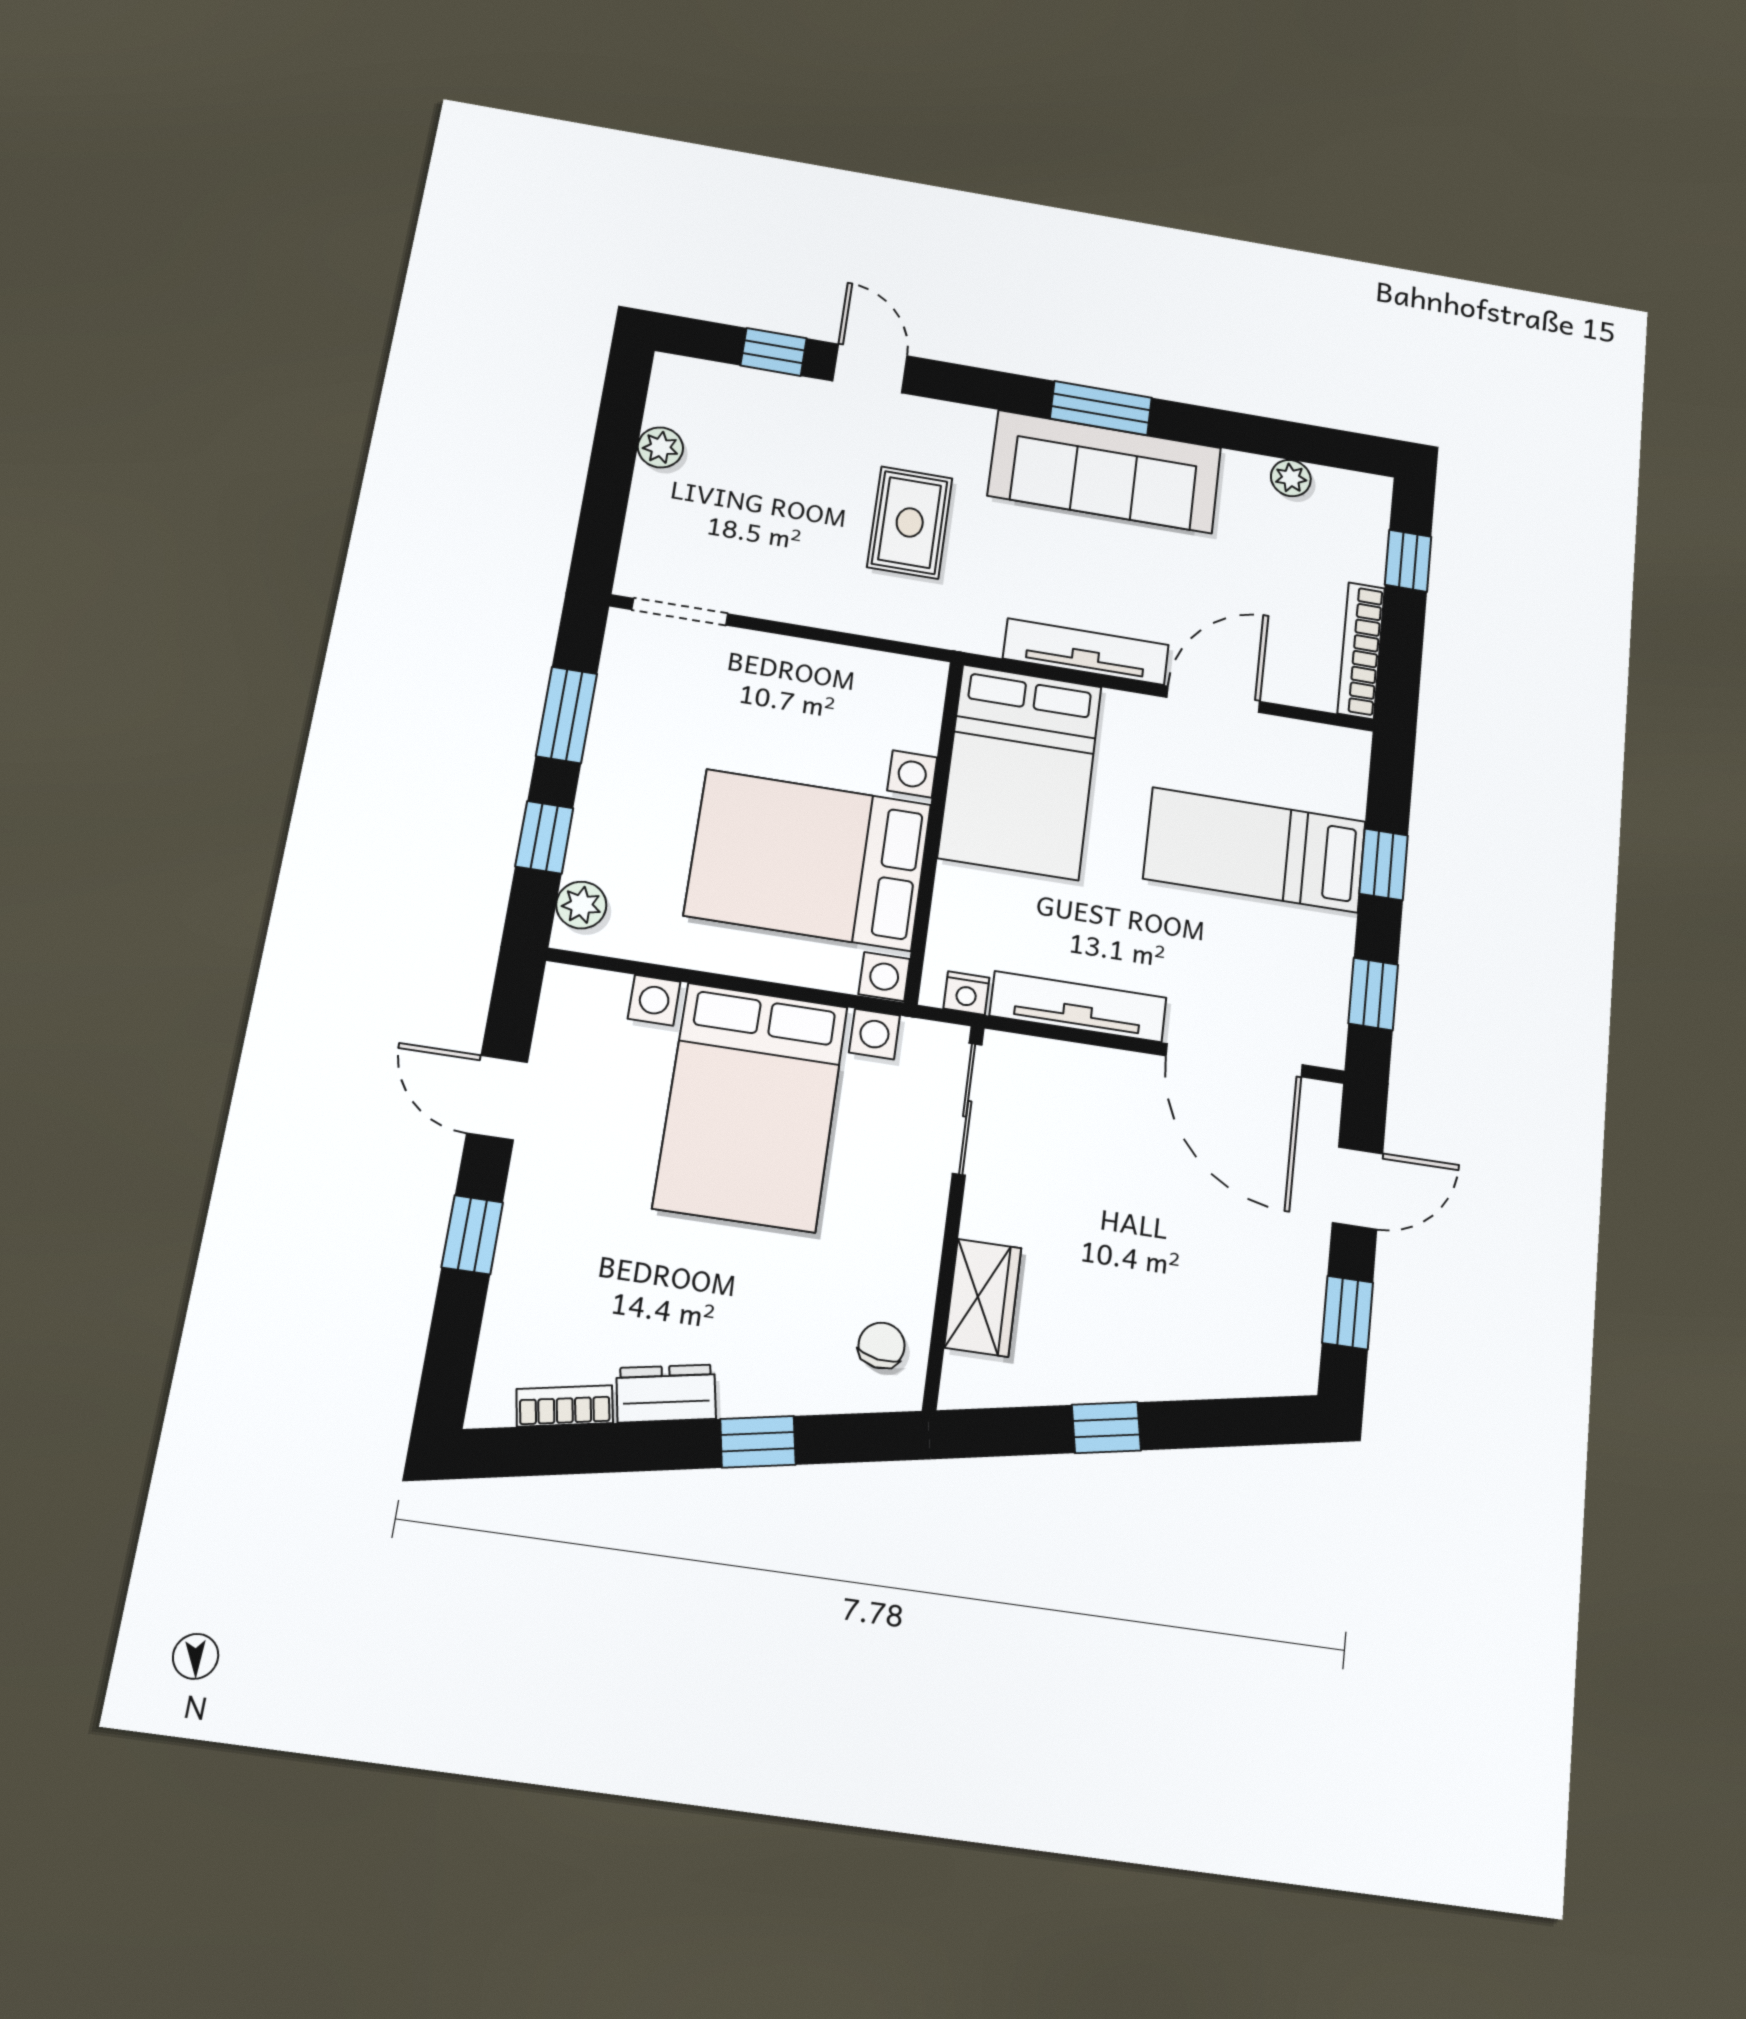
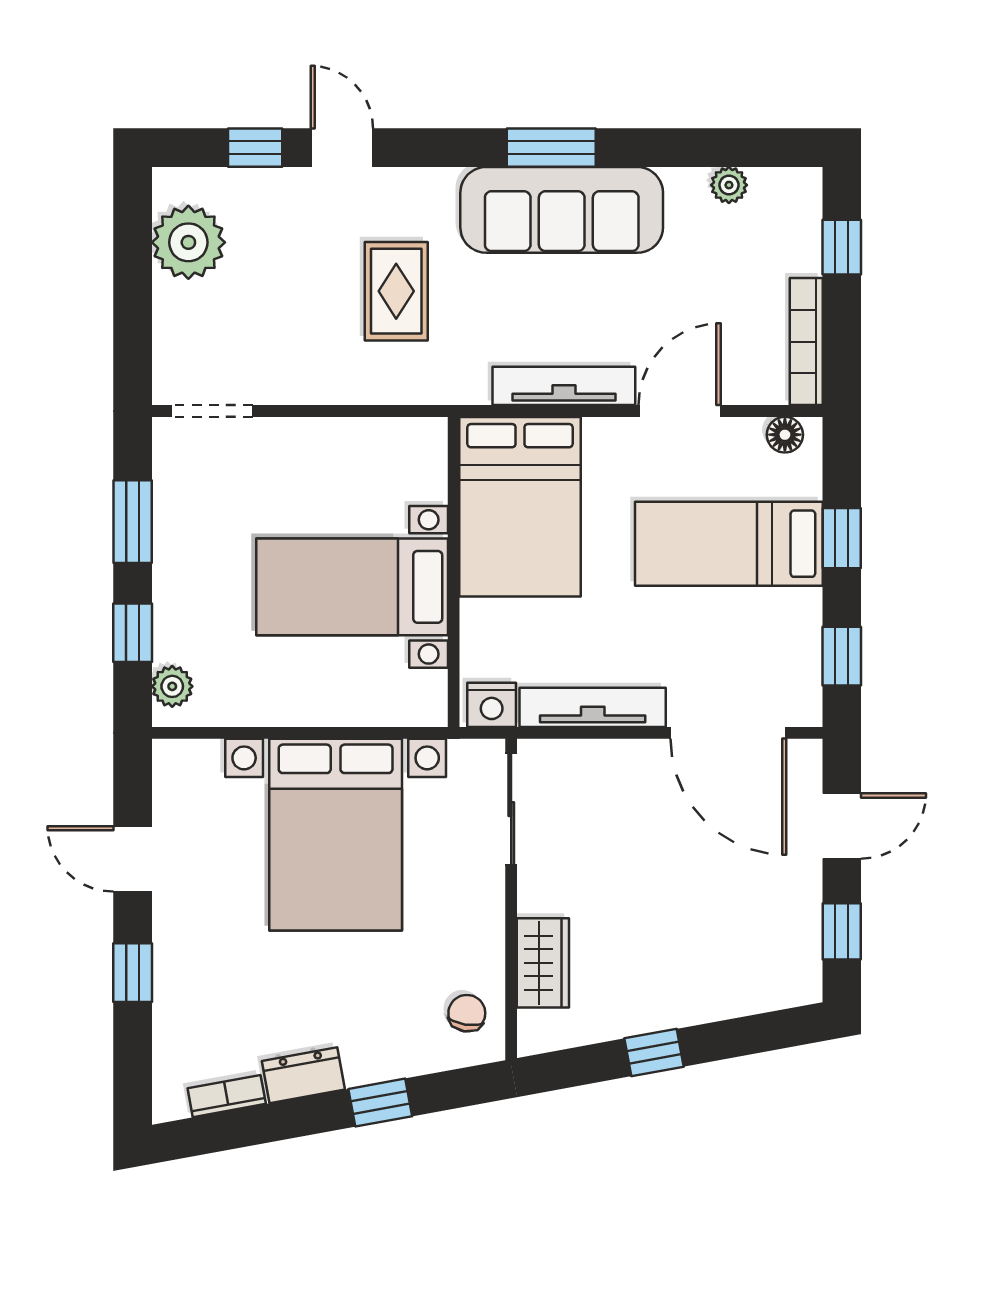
plant: (660, 447) -> (188, 242), width x1.88, depth x1.88
floor lamp: (1329, 744) -> (785, 435), added
bed with nightstands: (808, 860) -> (352, 587), width x0.73
nightstand: (966, 993) -> (492, 705), width x1.39, depth x1.35

